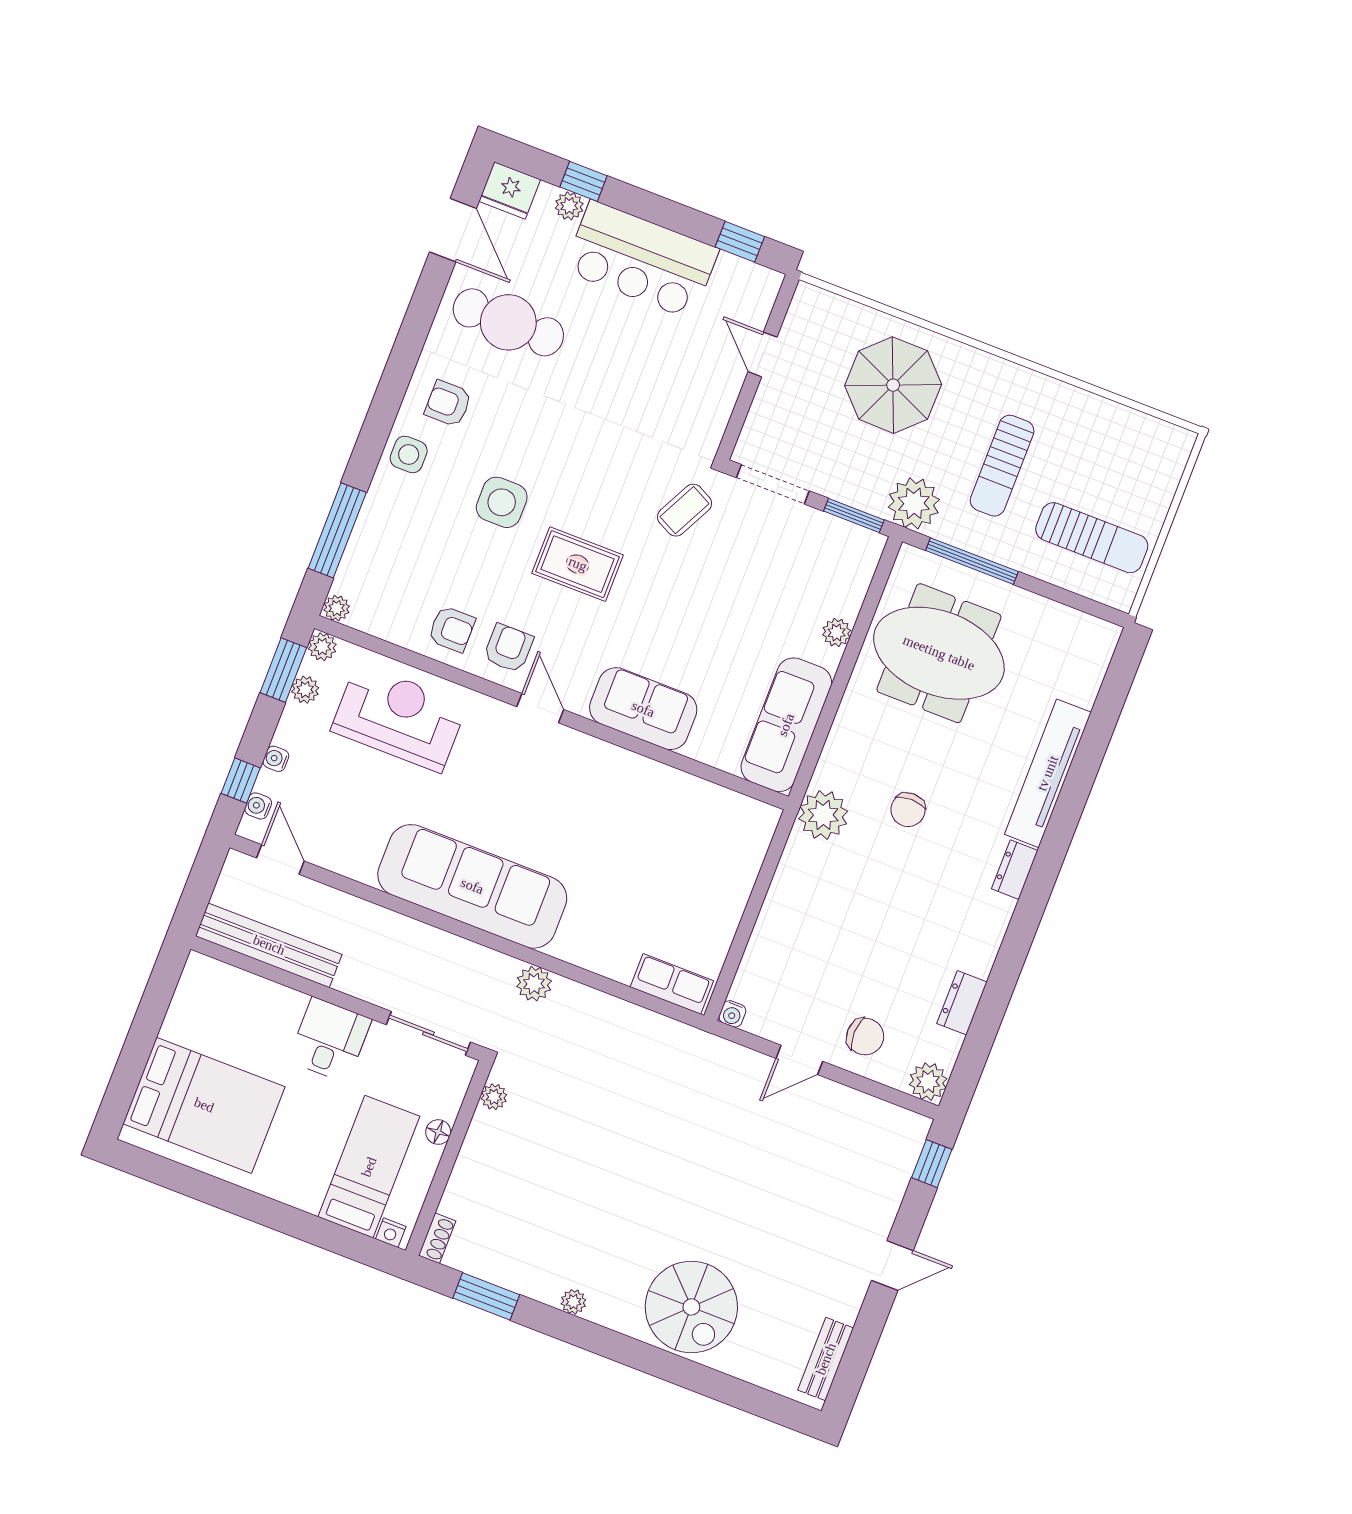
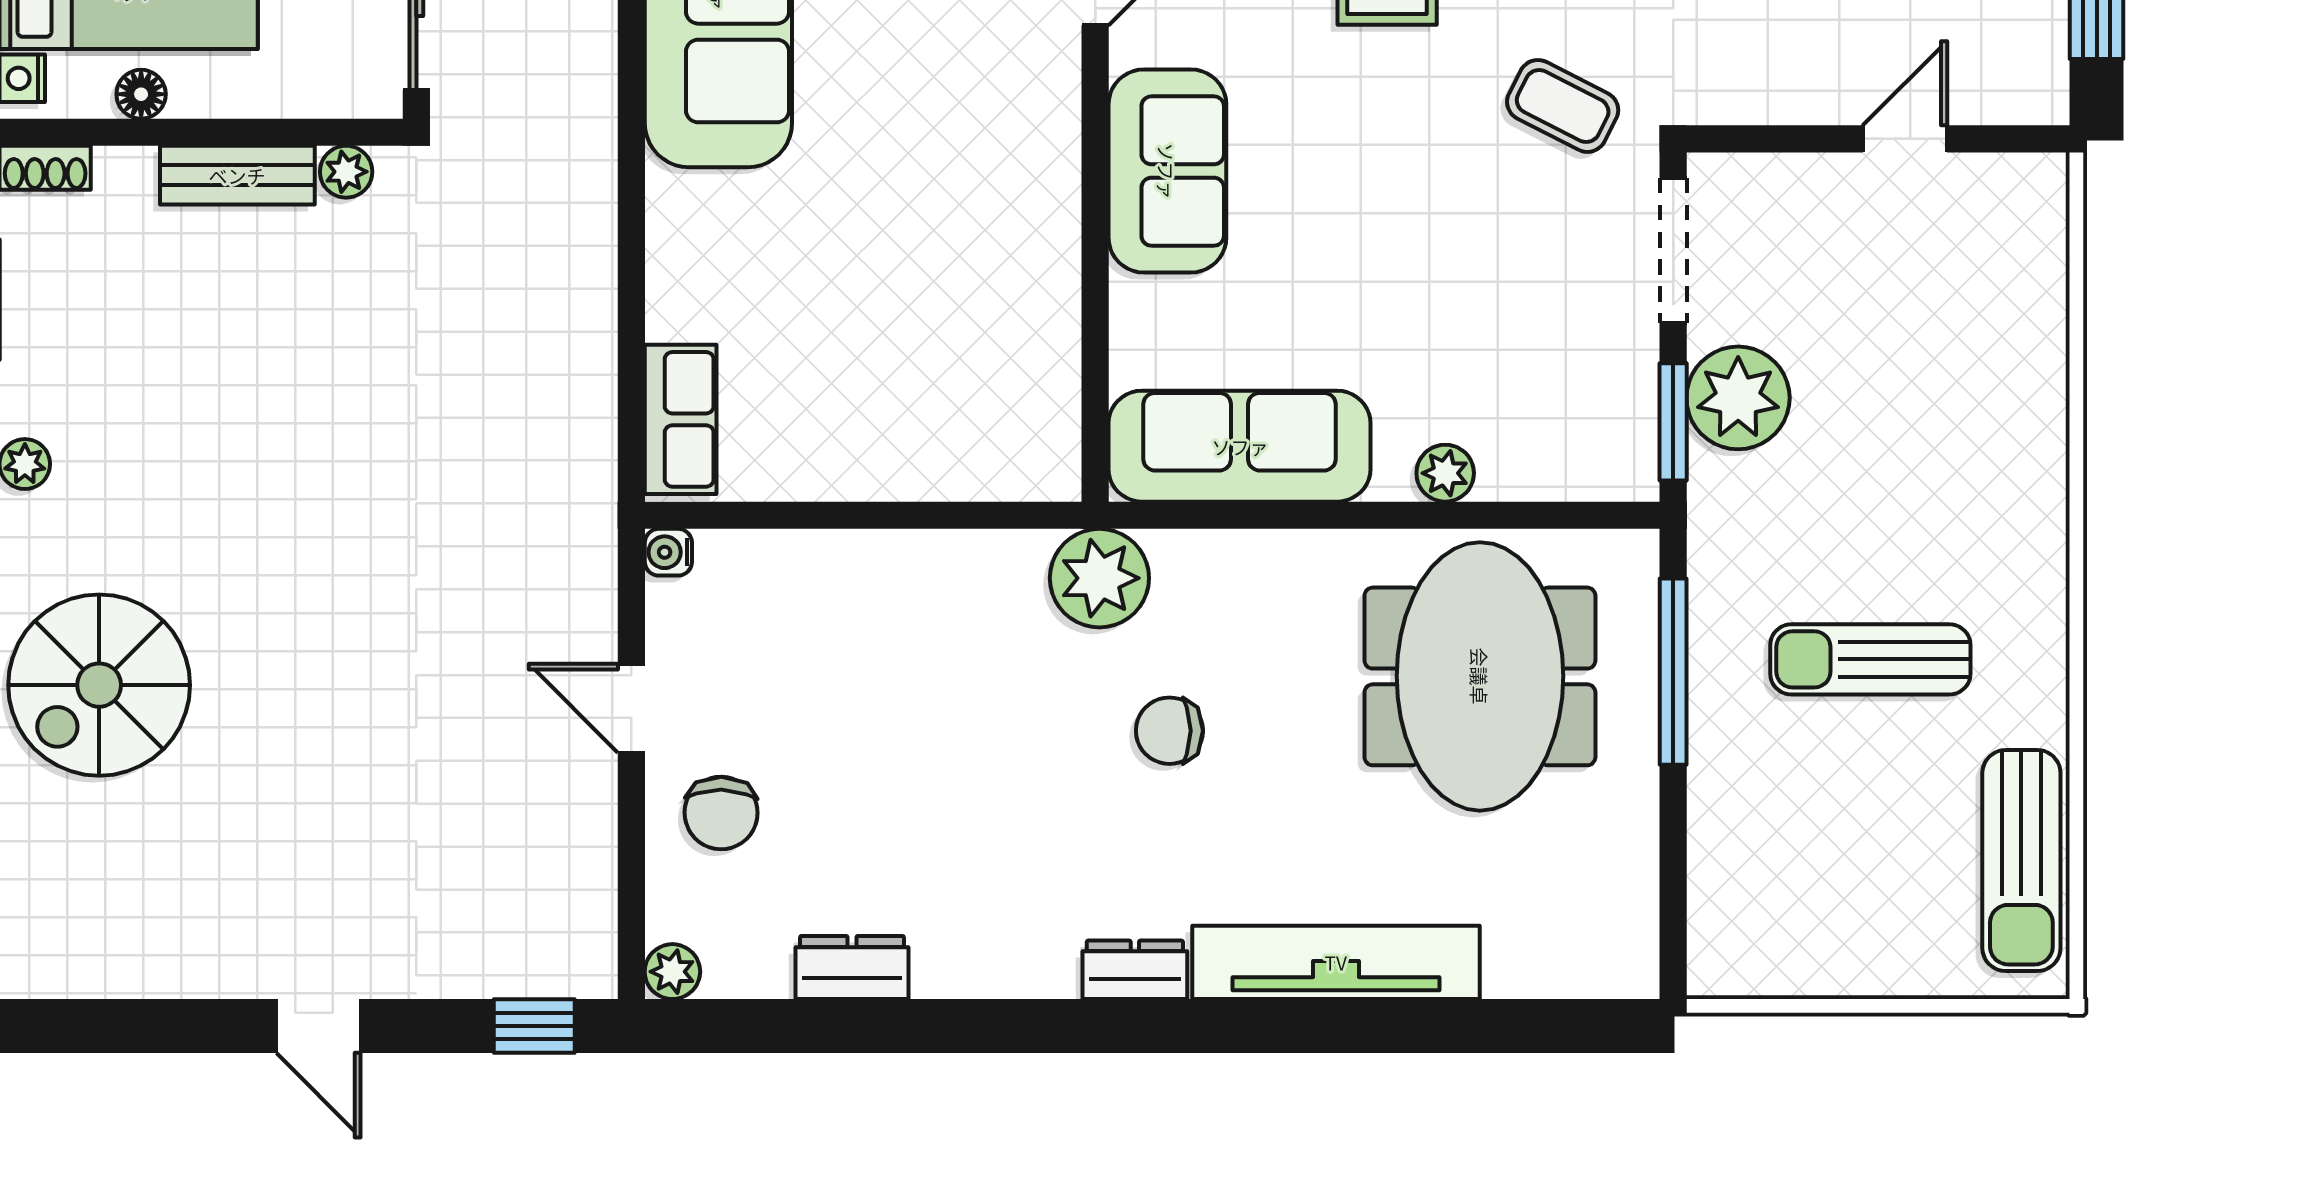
parasol: (893, 385) -> (1941, 401), removed
plant: (914, 503) -> (1738, 398), moved
sun lounger: (1092, 538) -> (2021, 861), moved
plant: (534, 984) -> (583, 165), removed
plant: (928, 1082) -> (672, 972), width x0.73, depth x0.73
floor lamp: (438, 1132) -> (141, 94), moved
bench: (826, 1359) -> (237, 175), moved

